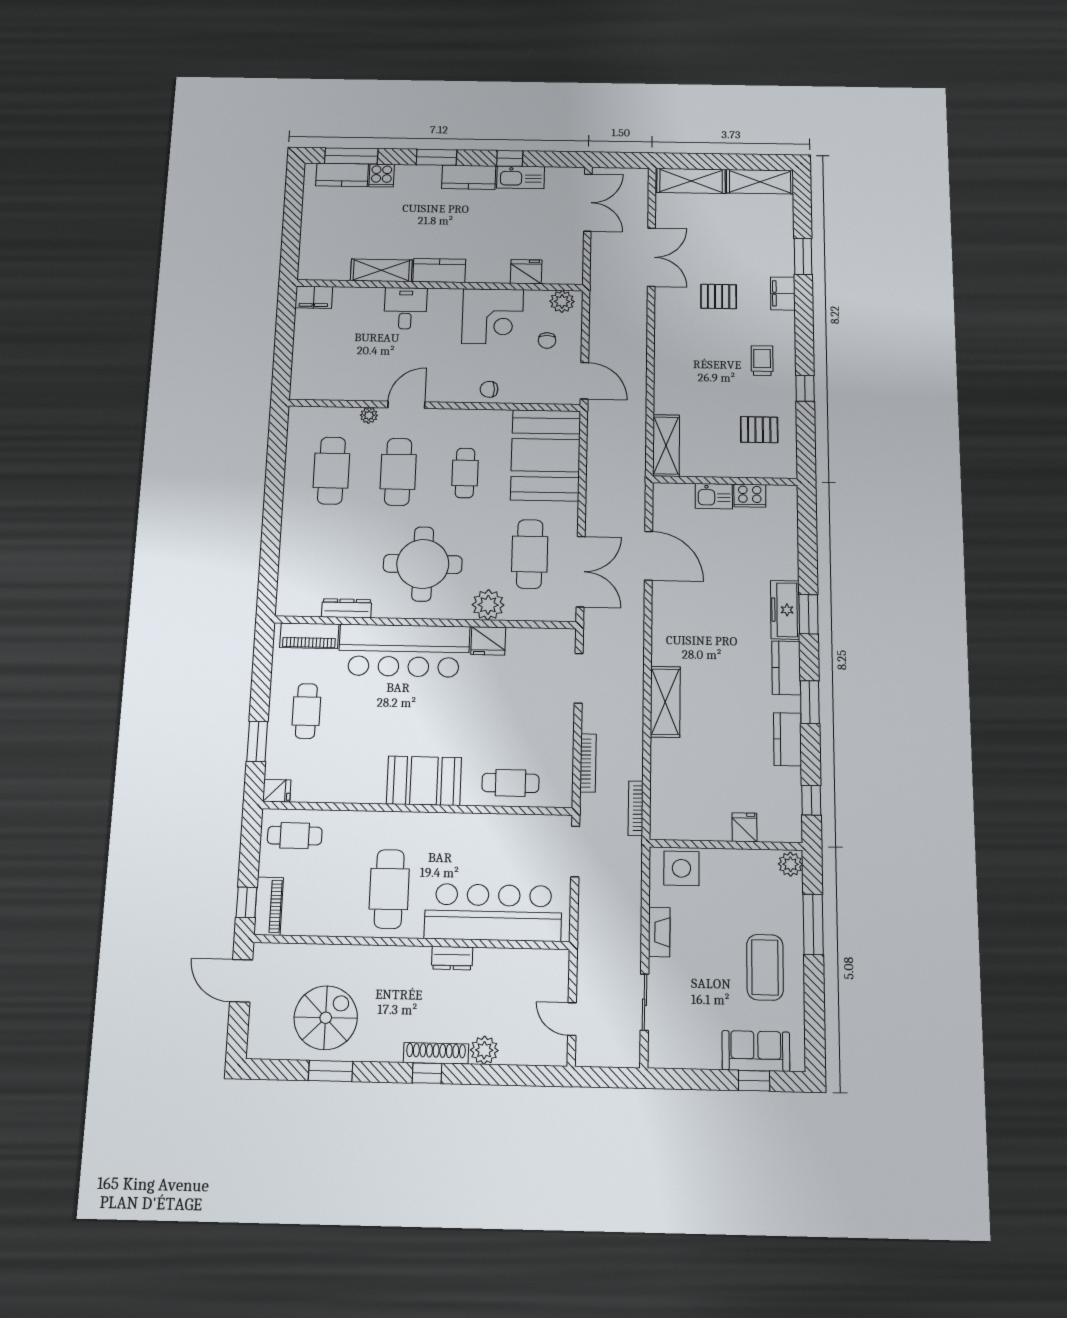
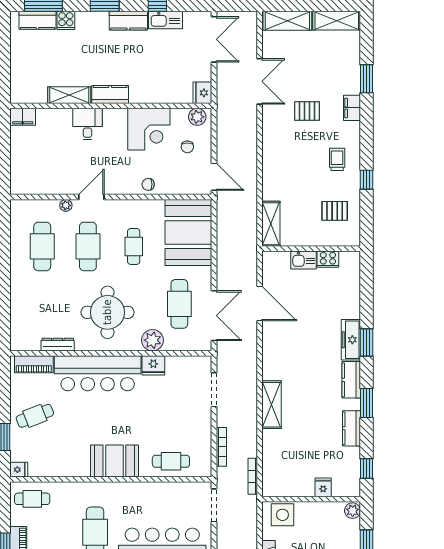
fridge: (526, 272) -> (202, 93), moved, turned -90
cafe table: (306, 711) -> (35, 416), turned 69

